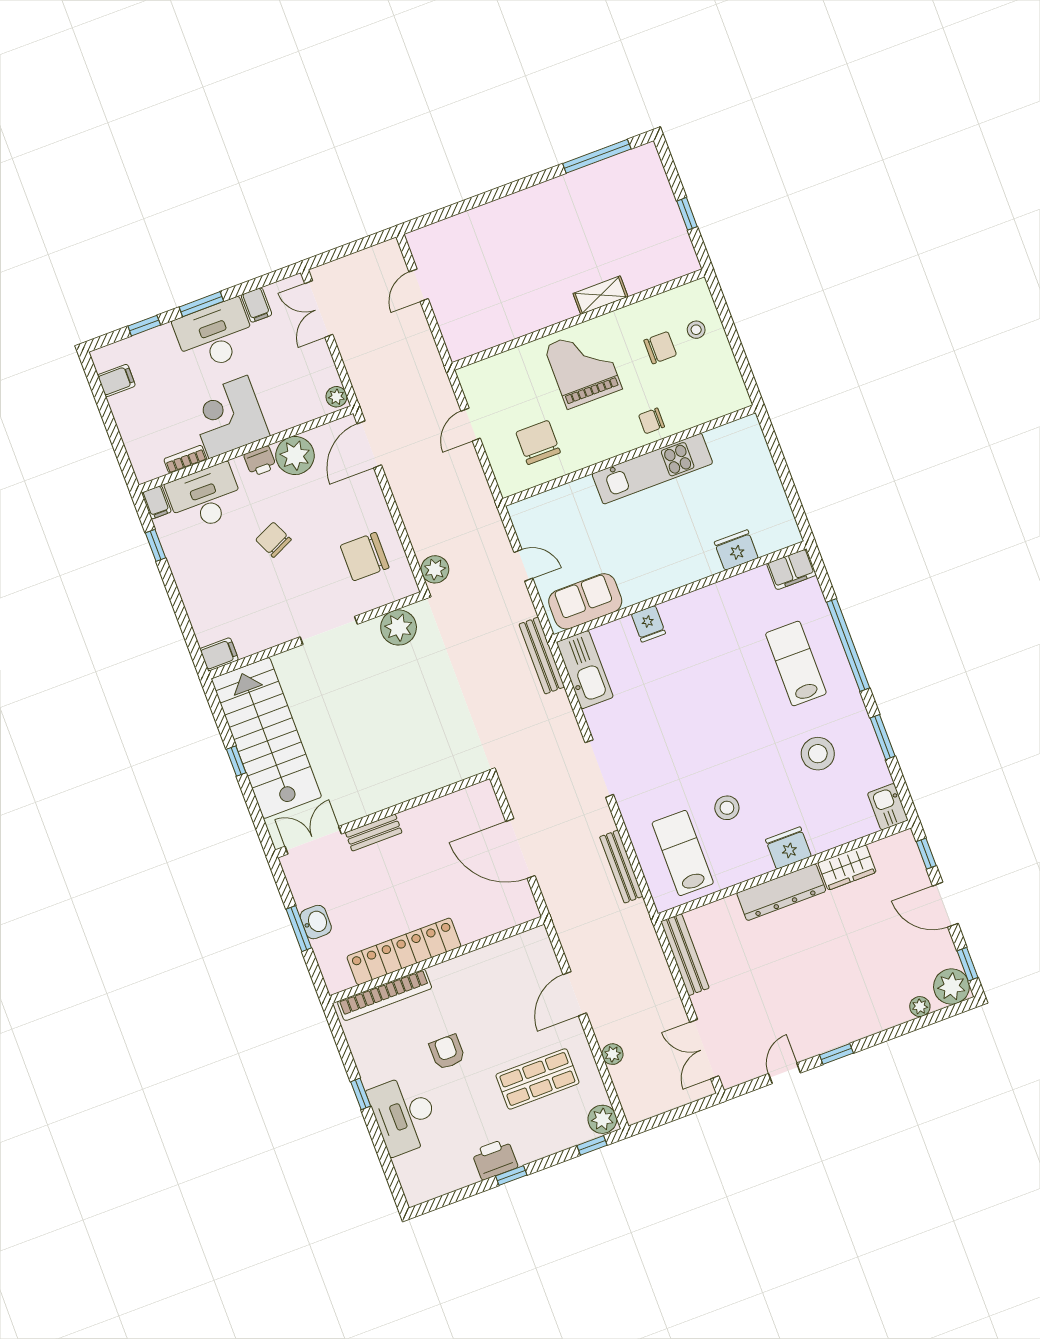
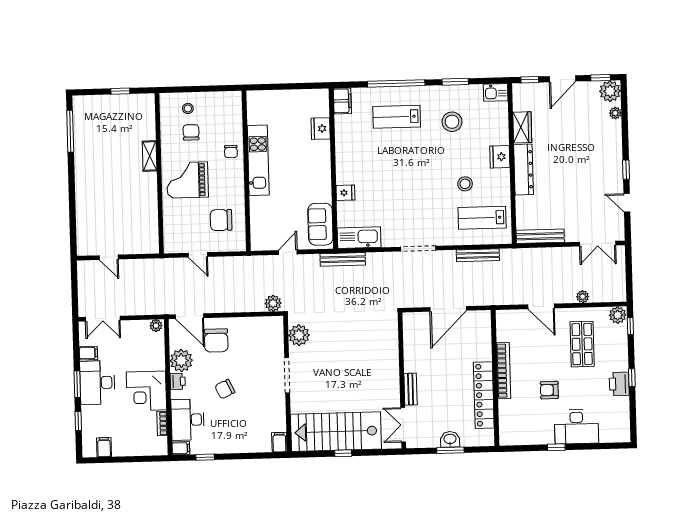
chair: (365, 557) -> (216, 340), moved
bookcase: (385, 995) -> (504, 371), moved

